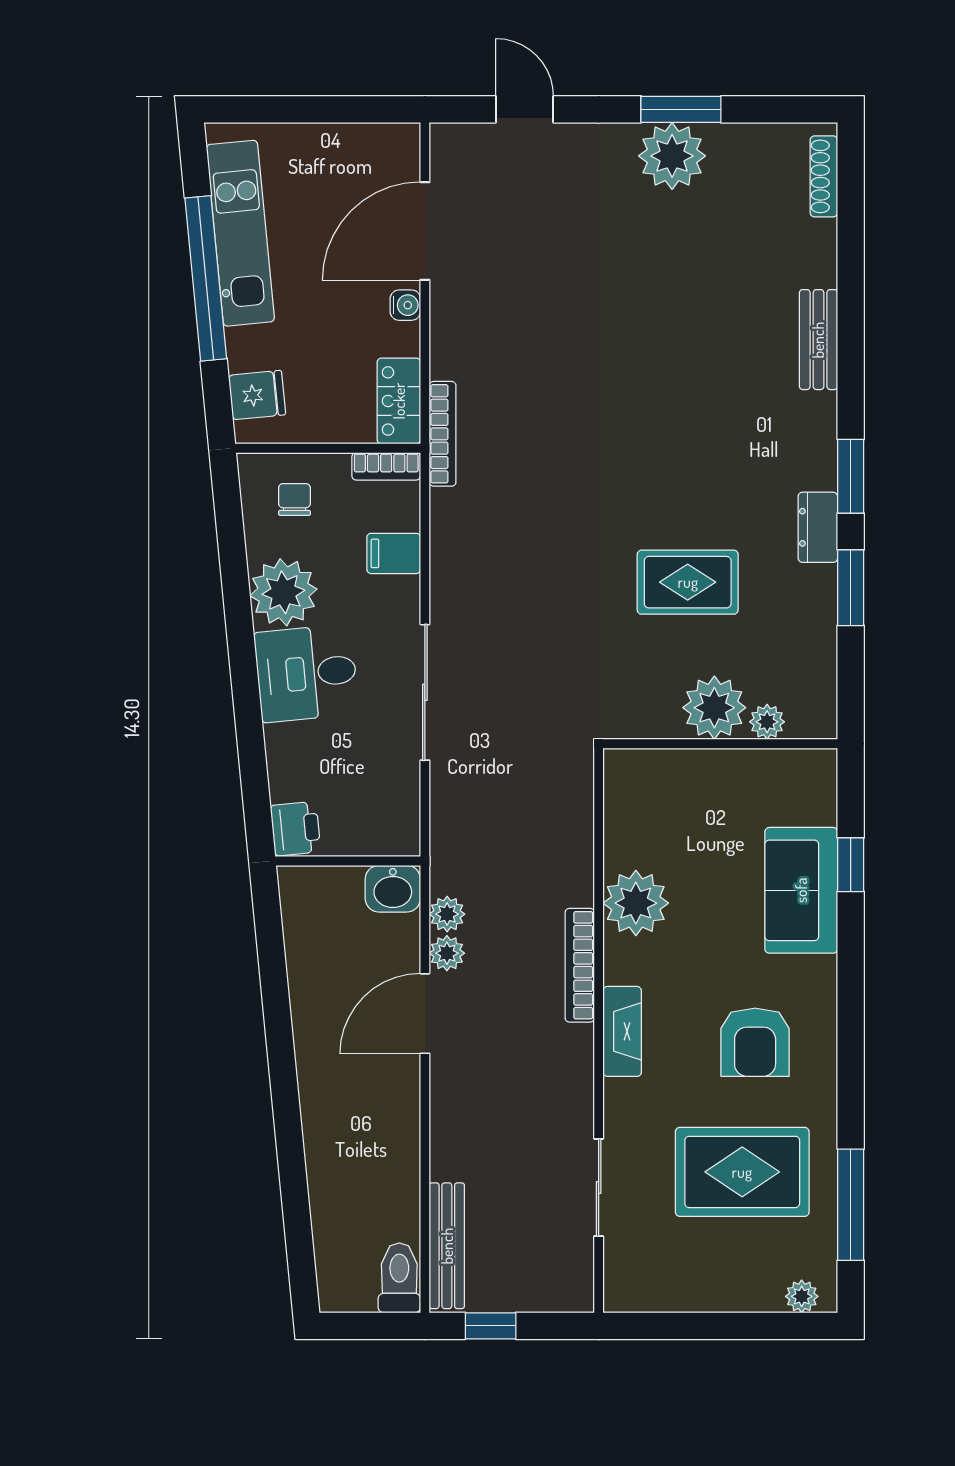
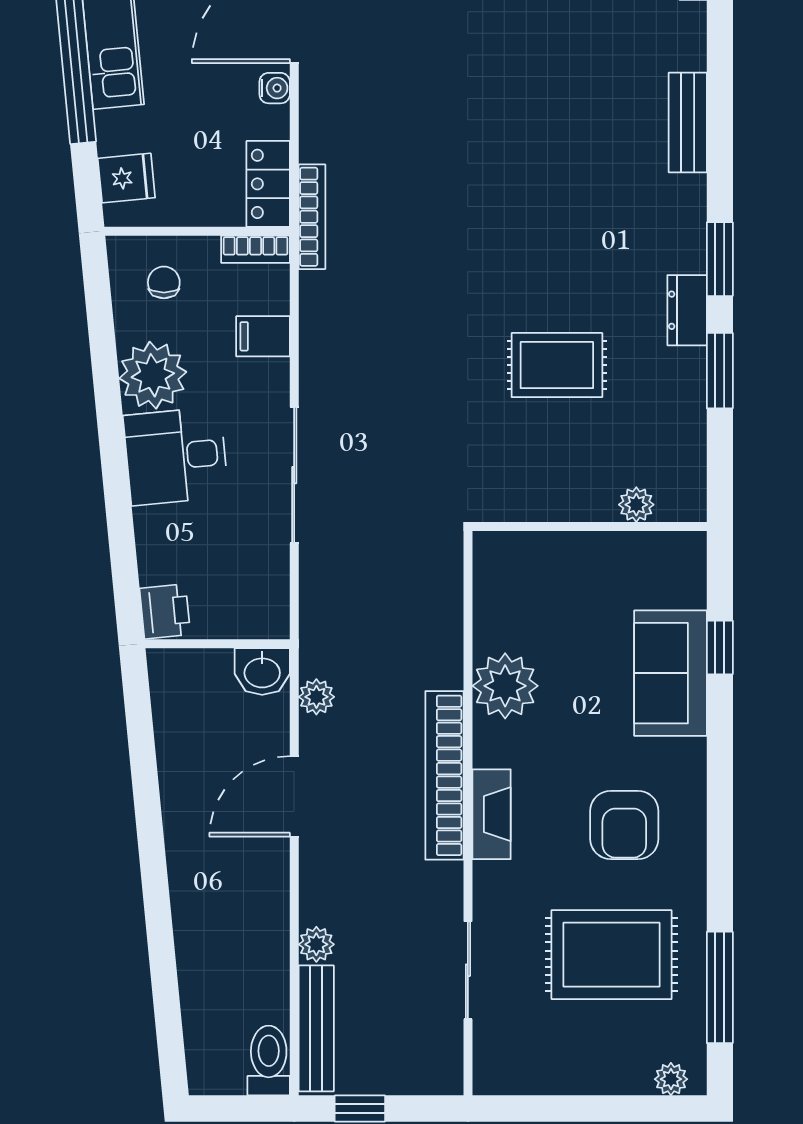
plant: (714, 708) -> (584, 490), removed
plant: (447, 953) -> (316, 944), moved
bookcase: (580, 965) -> (444, 775), width x1.48, depth x1.31

